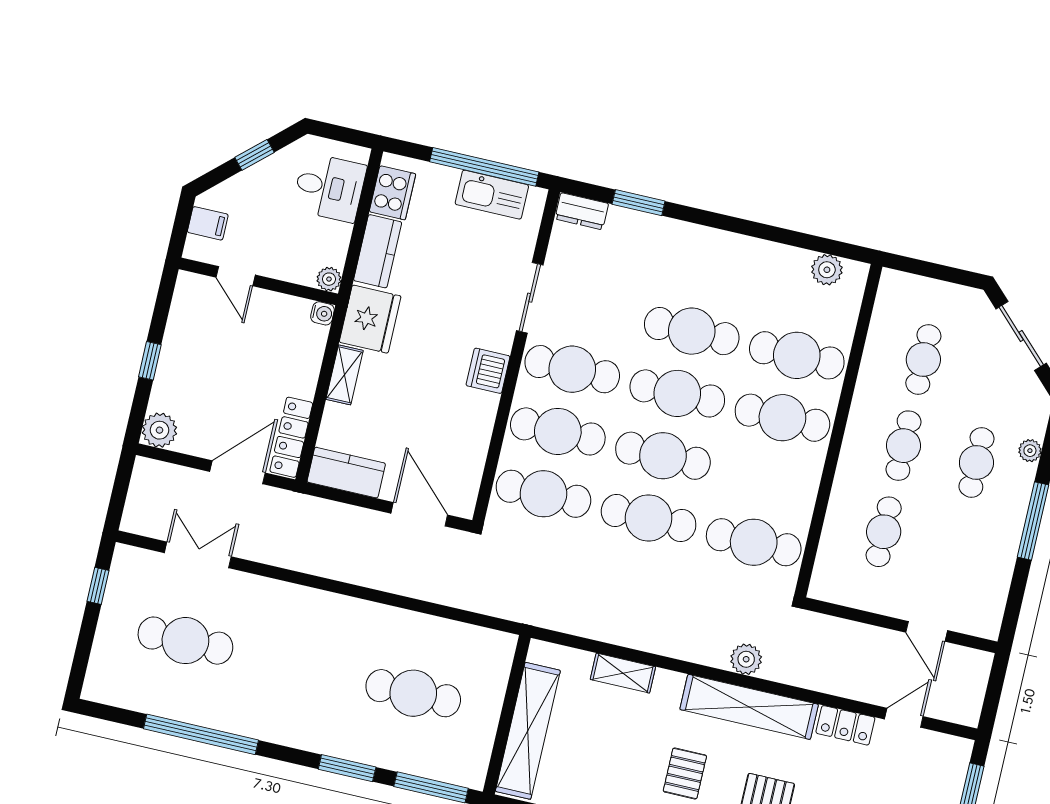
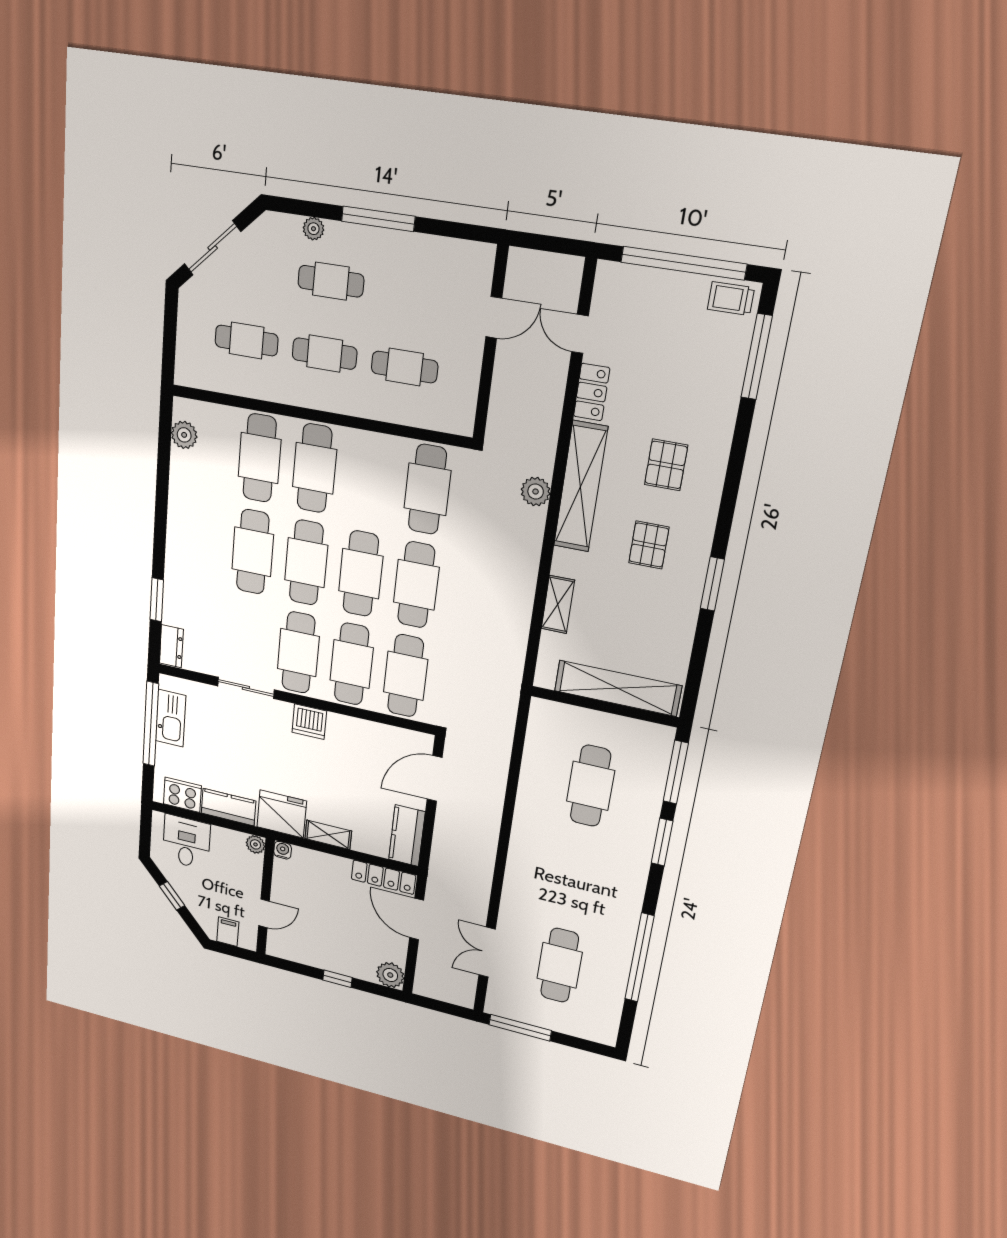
window: (98, 586) -> (520, 1028), width x2.17
pallet: (685, 773) -> (649, 545), turned 90

